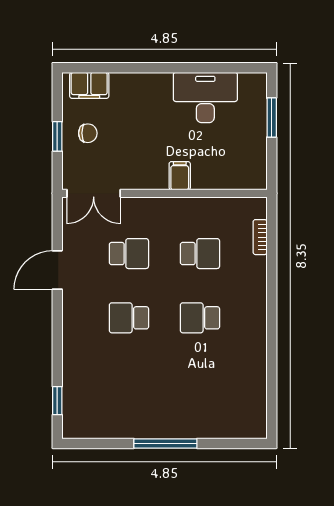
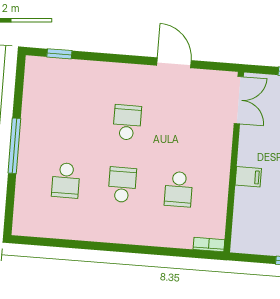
double door: (94, 193) -> (239, 100), swing flipped
bookcase: (260, 237) -> (209, 245), moved
school desk: (129, 254) -> (66, 180), moved

